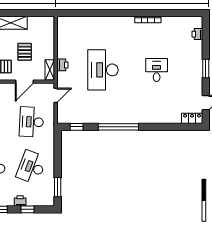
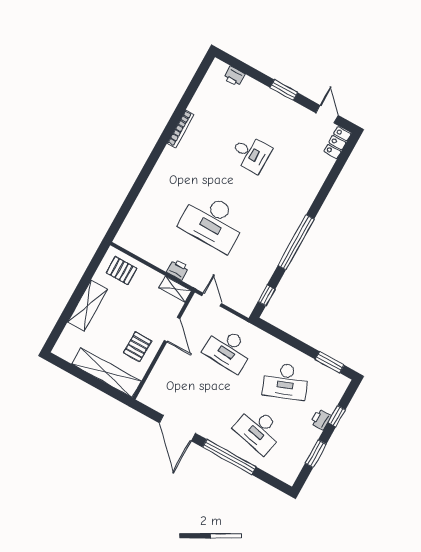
pallet: (25, 52) -> (122, 271), moved
desk: (157, 70) -> (251, 153), turned 180
desk: (31, 167) -> (286, 381), turned -42

